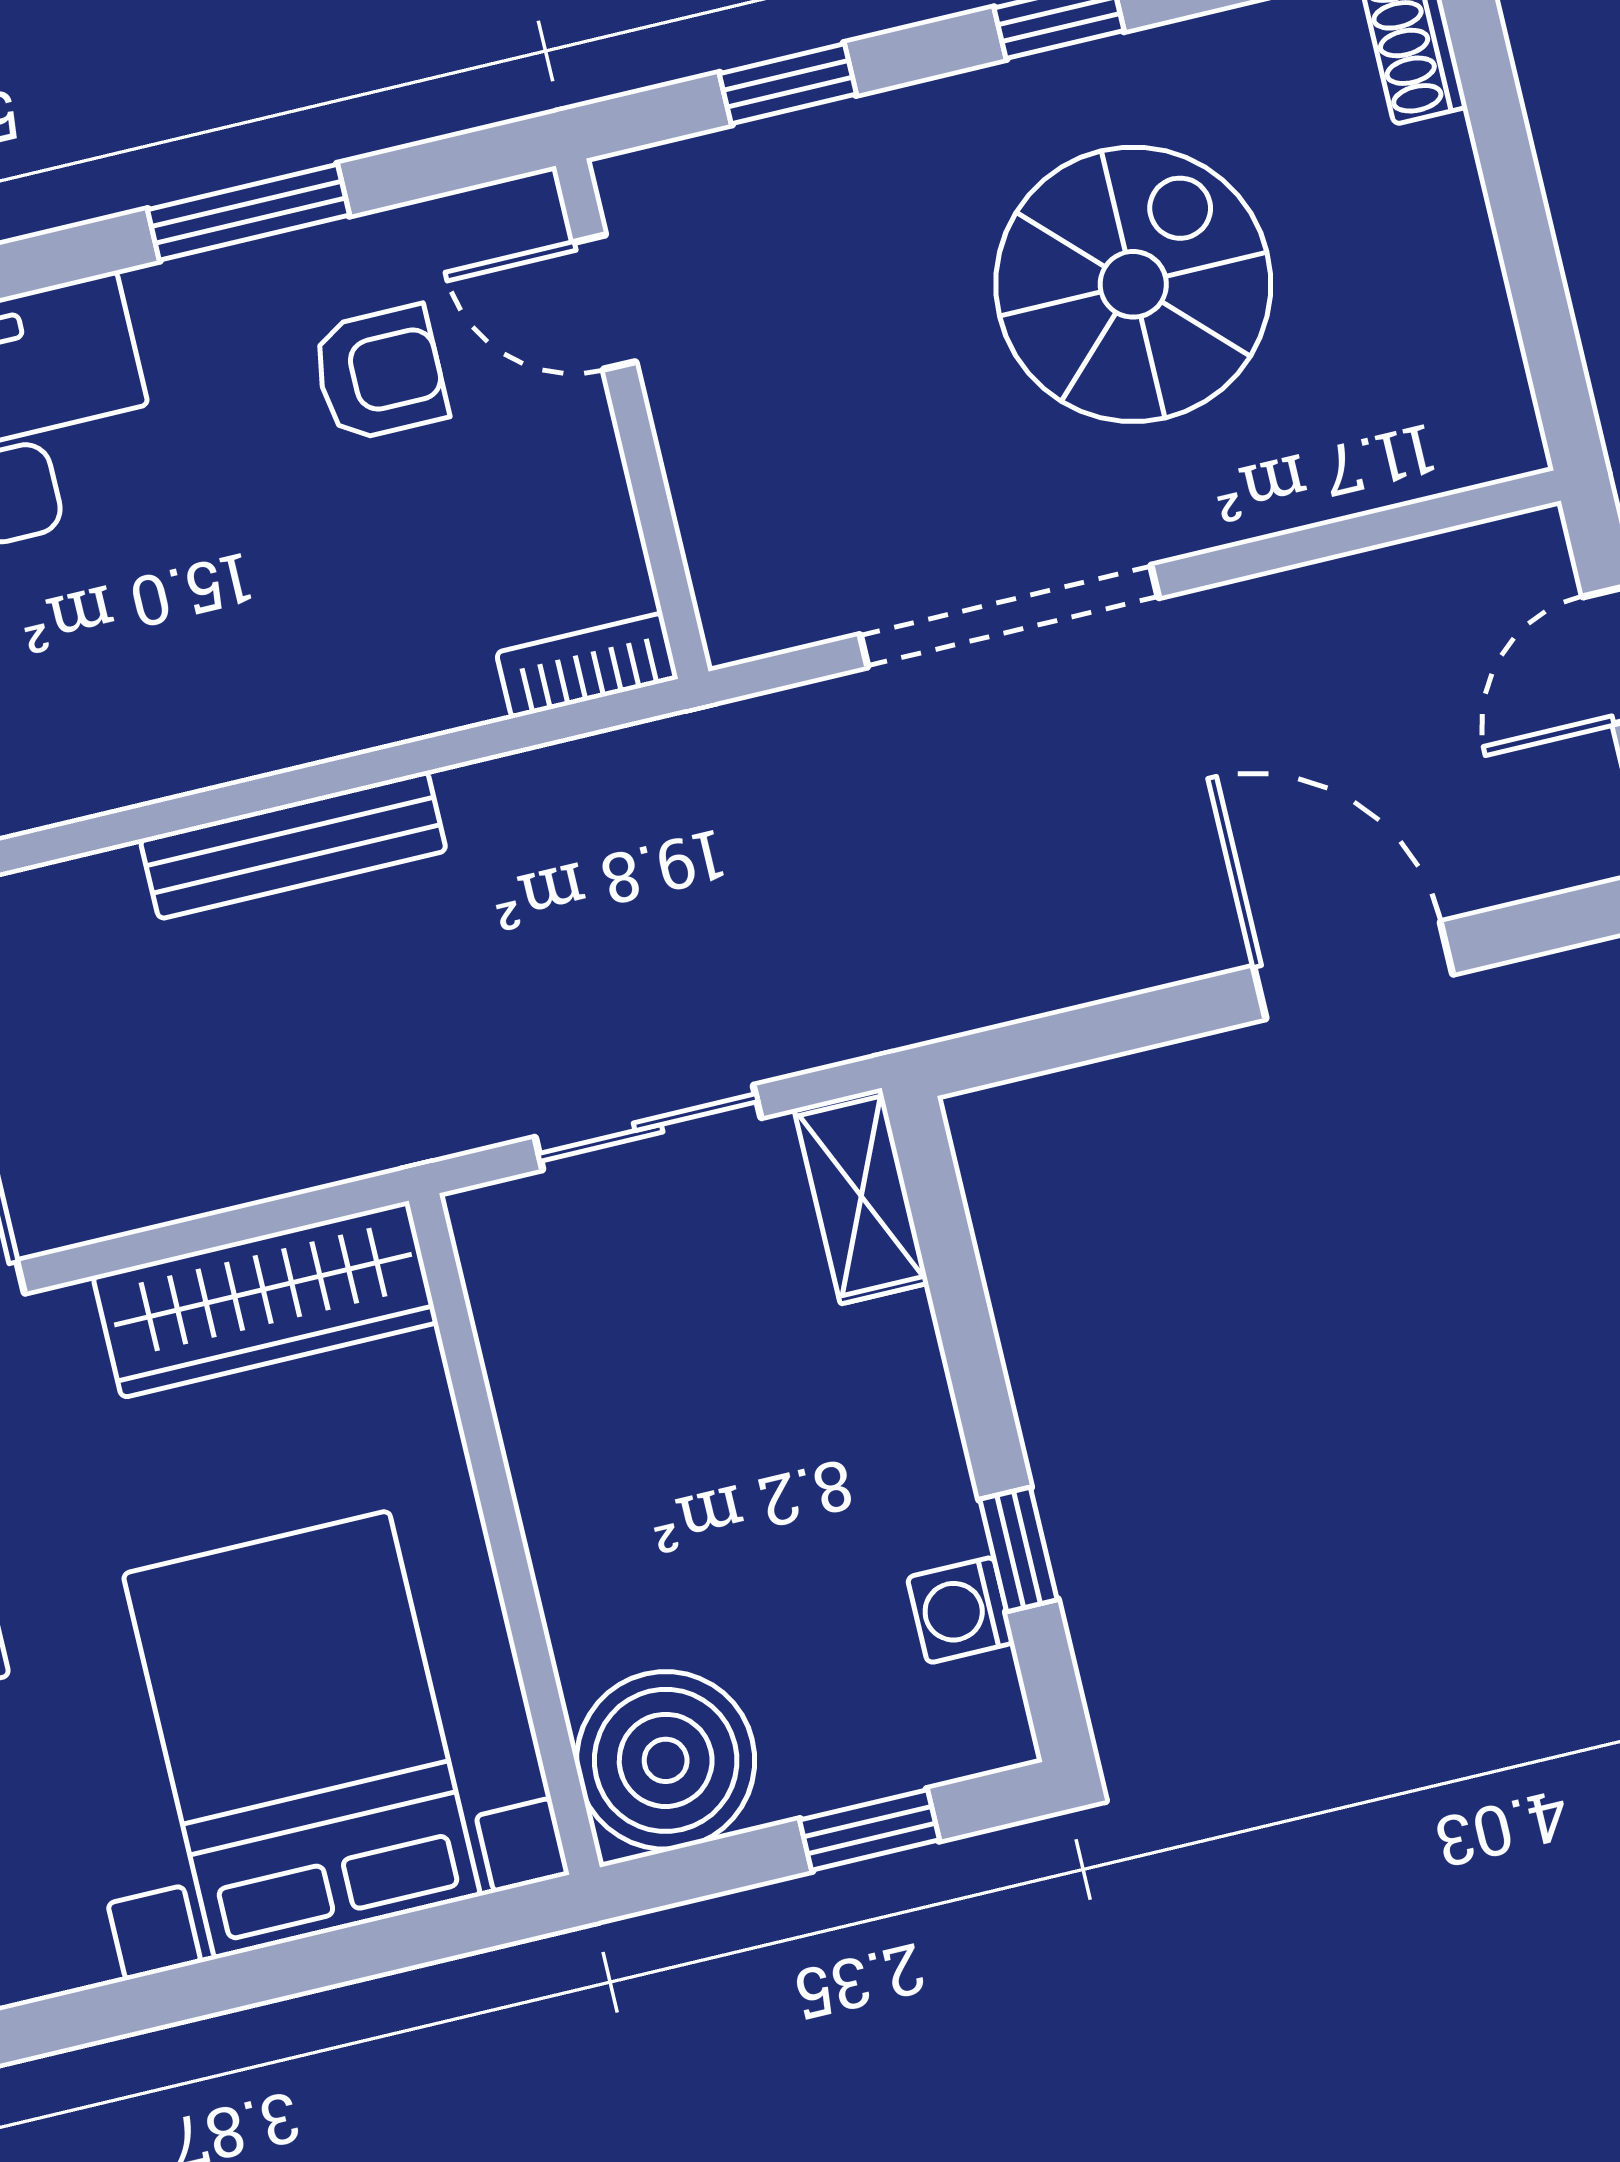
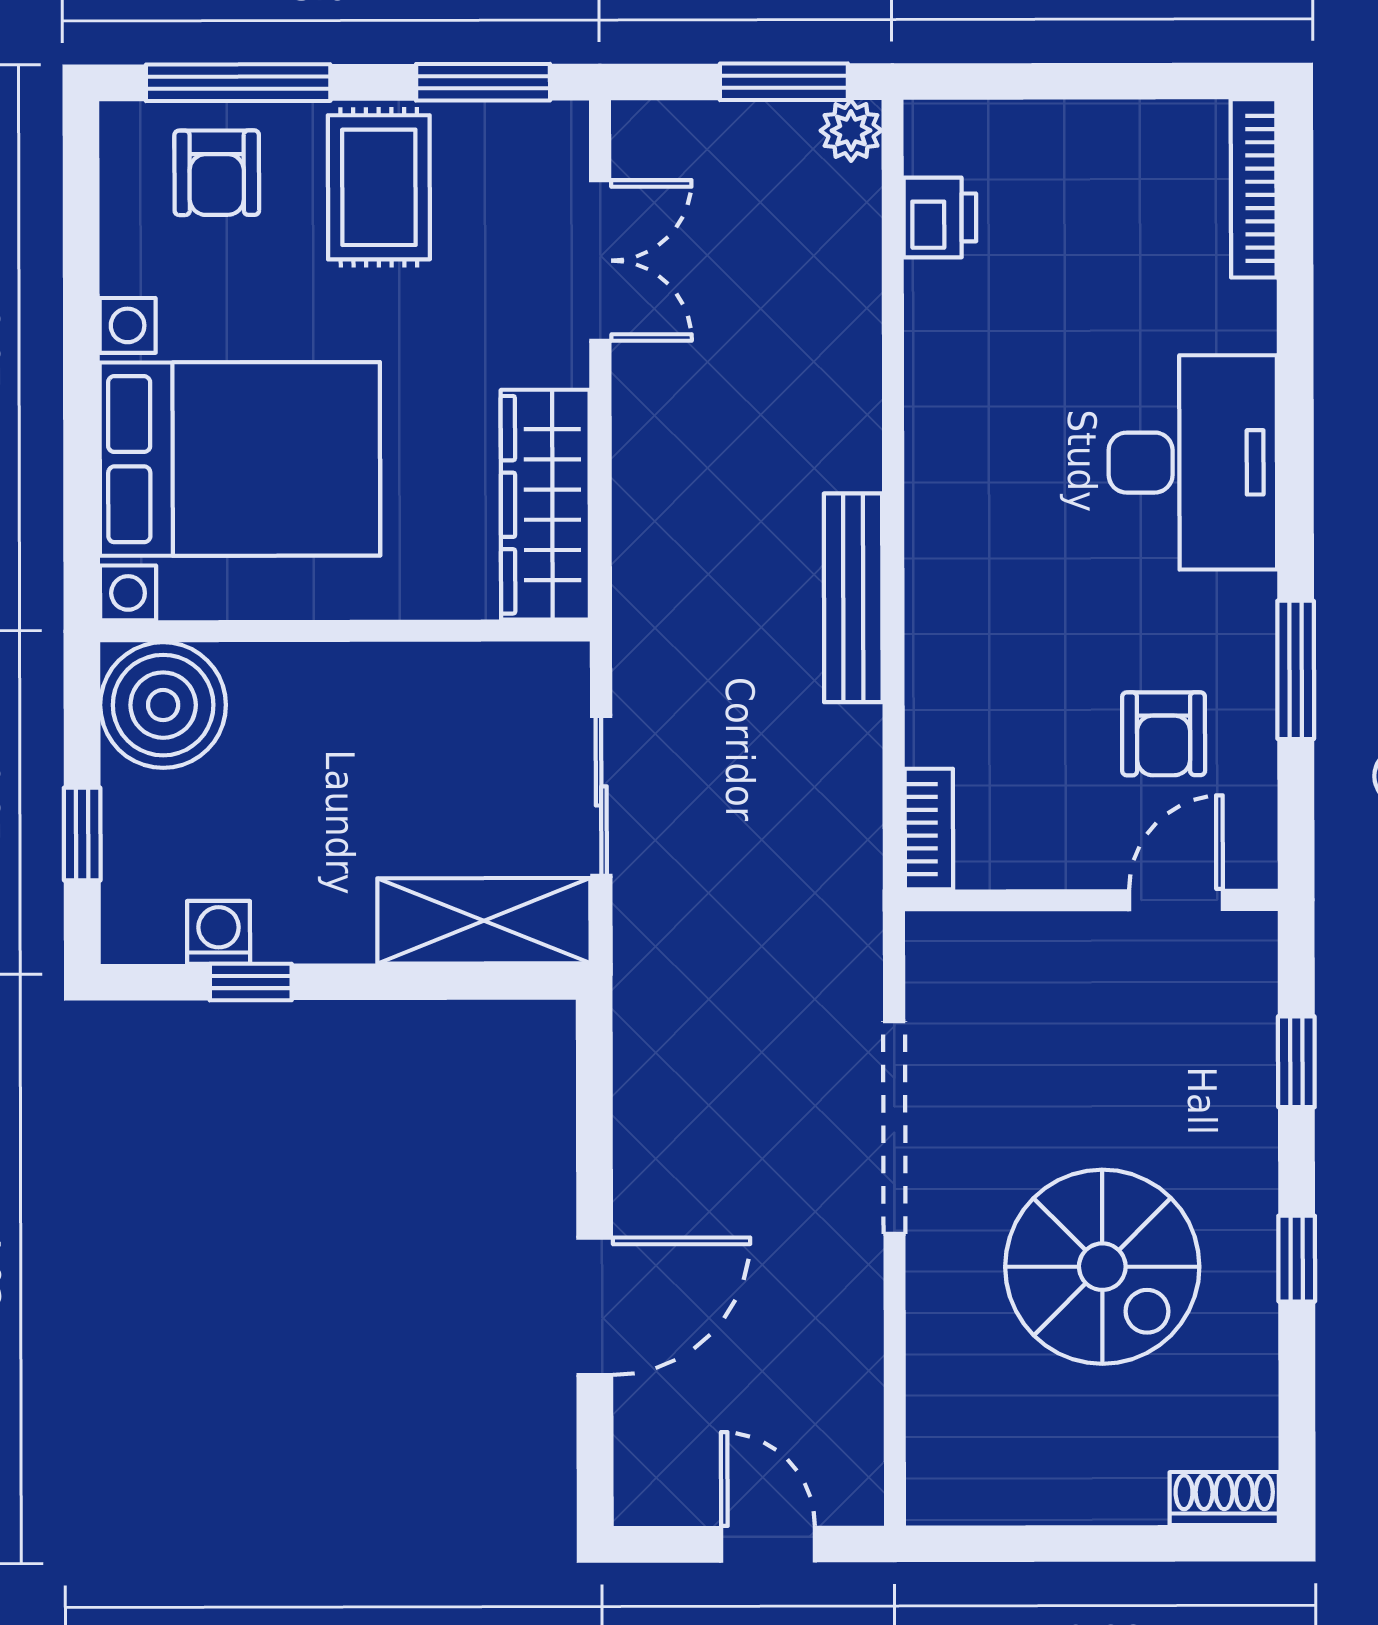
shelving: (861, 1196) -> (484, 921), width x1.50, depth x1.33

